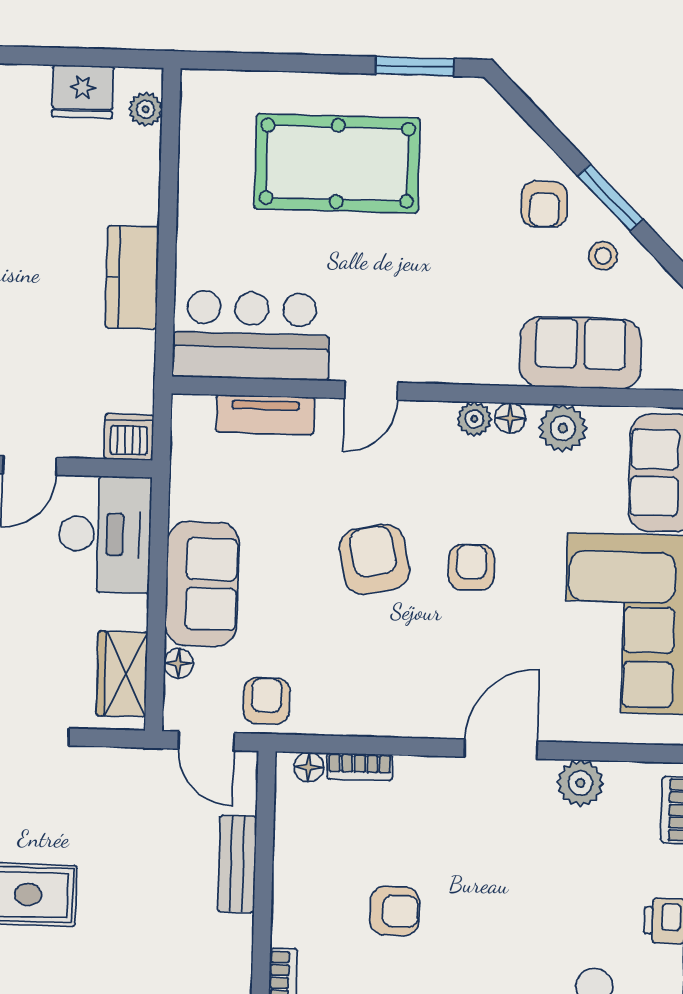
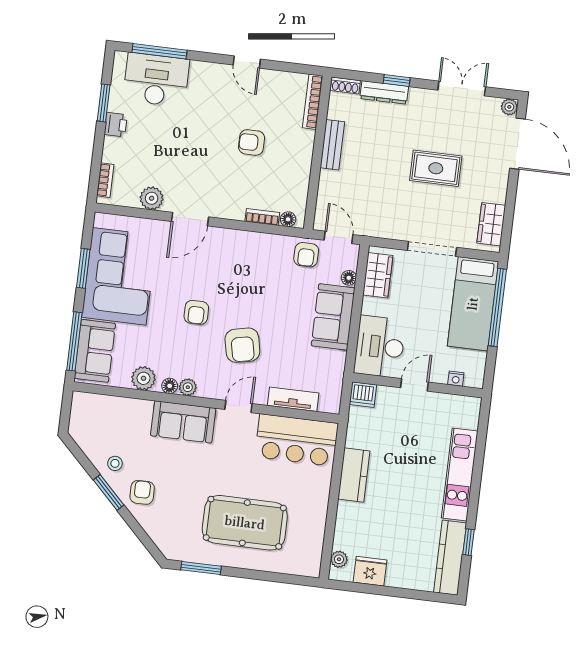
sofa: (580, 353) -> (183, 422), moved
armchair: (374, 559) -> (242, 345), moved
bench: (237, 864) -> (332, 145), moved

